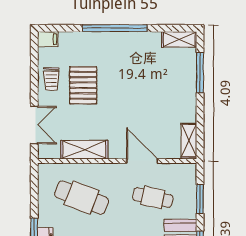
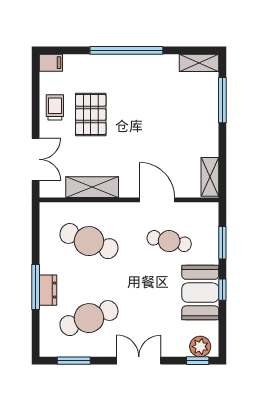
trolley: (51, 79) -> (55, 107), turned 180

